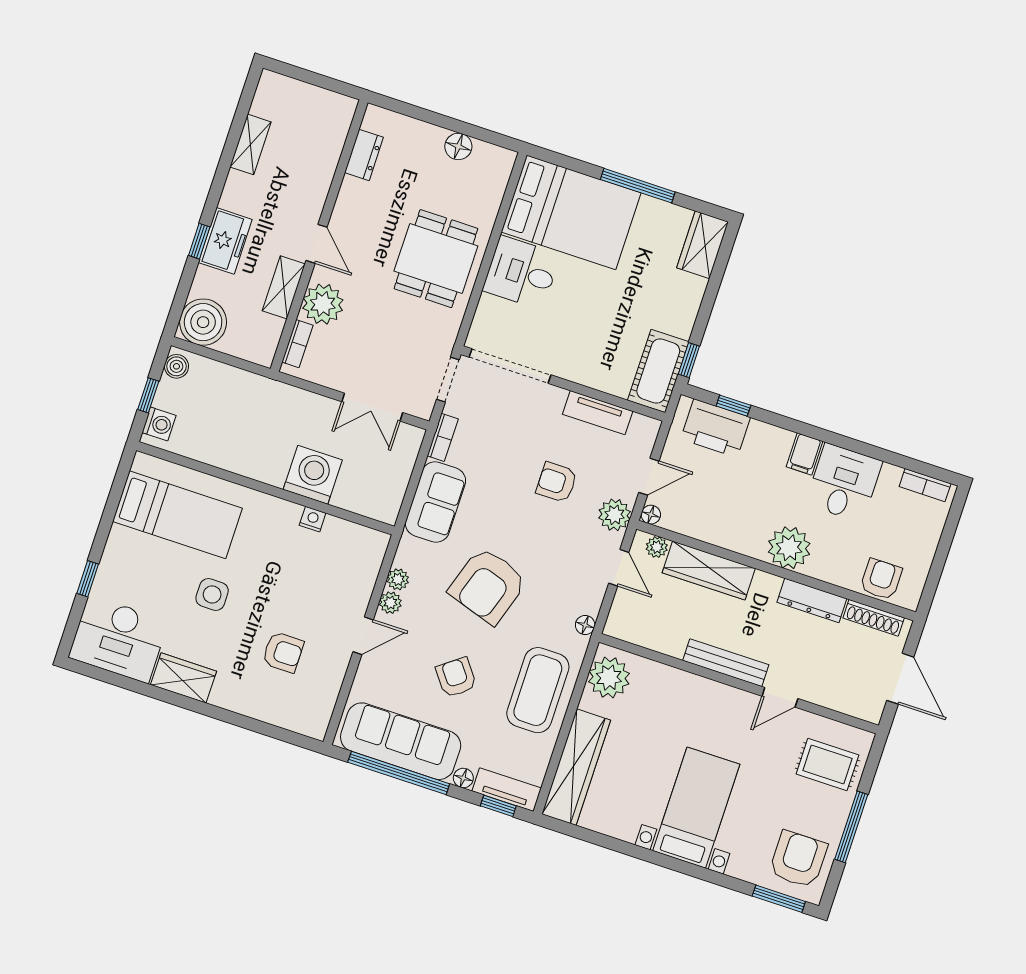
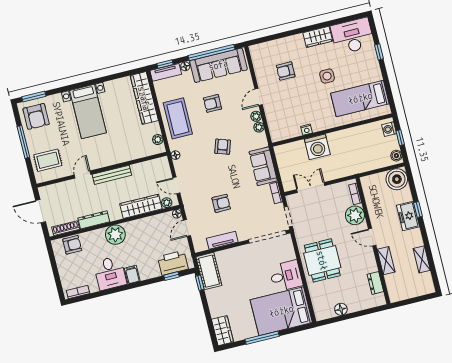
shelving: (284, 287) -> (386, 261), moved
plant: (615, 515) -> (191, 205), removed
armchair: (881, 579) -> (72, 245), turned -90
armchair: (488, 586) -> (223, 147), width x0.53, depth x0.53
armchair: (456, 677) -> (213, 103), turned 127
plant: (609, 678) -> (158, 140), width x0.53, depth x0.53

